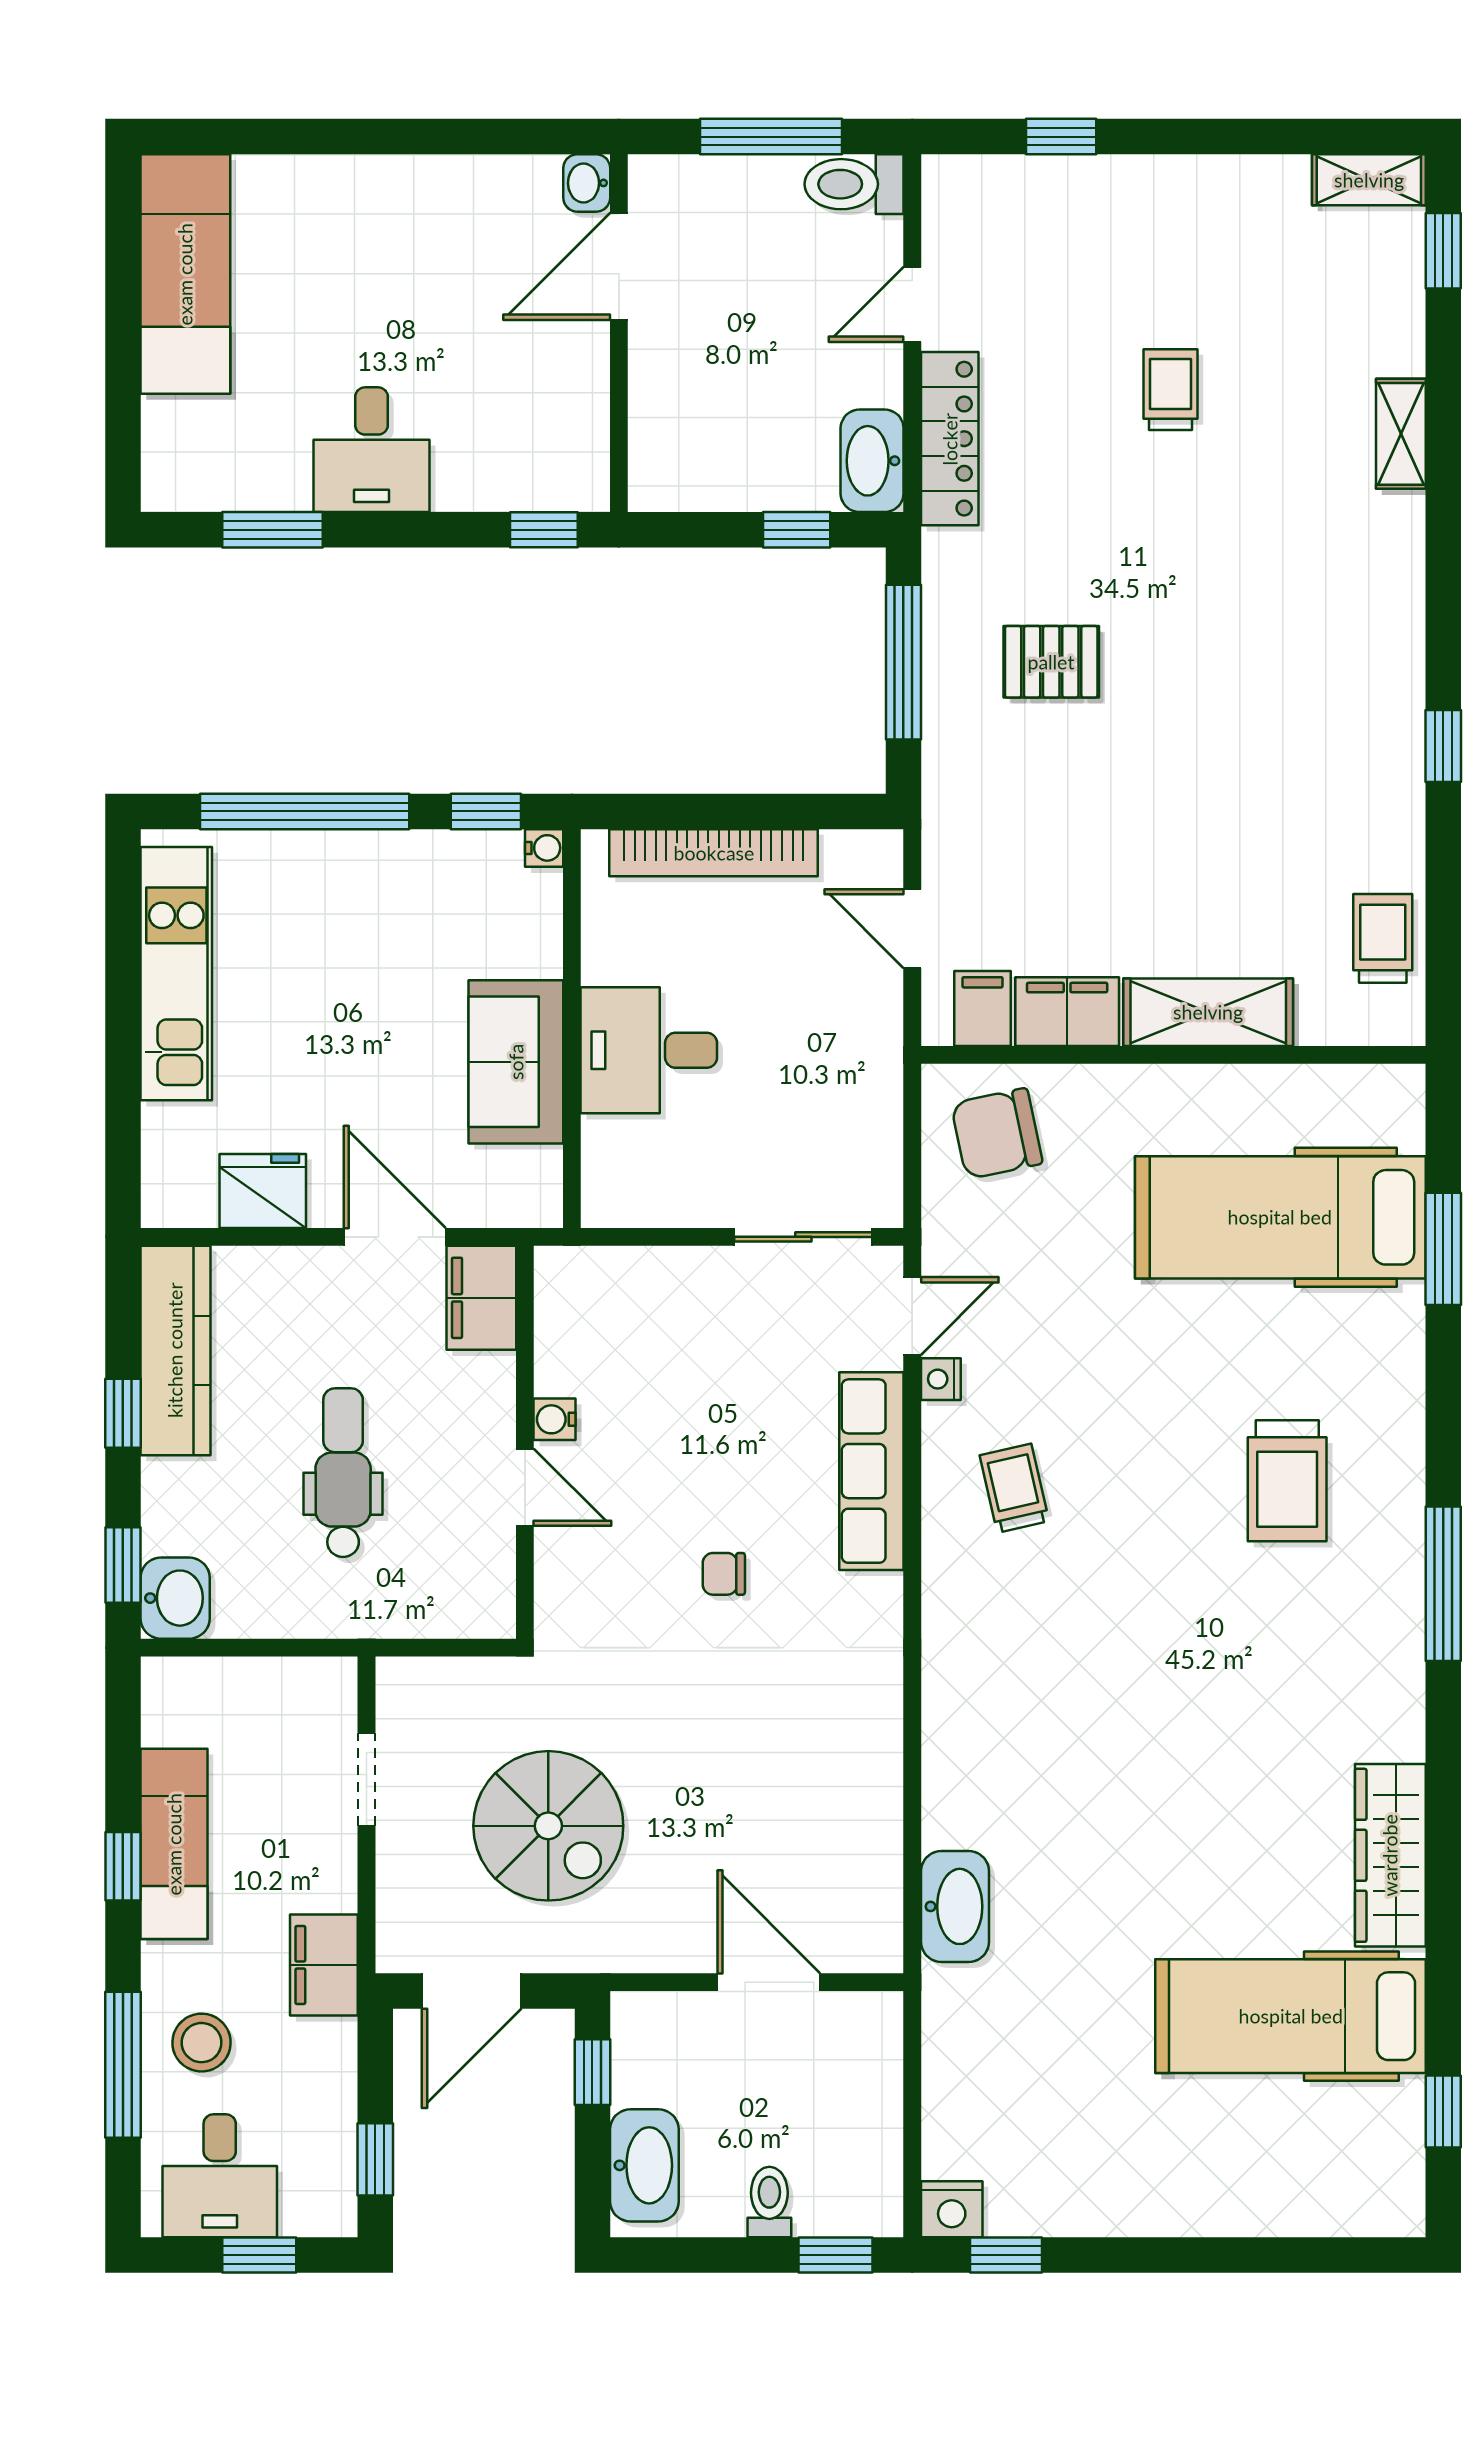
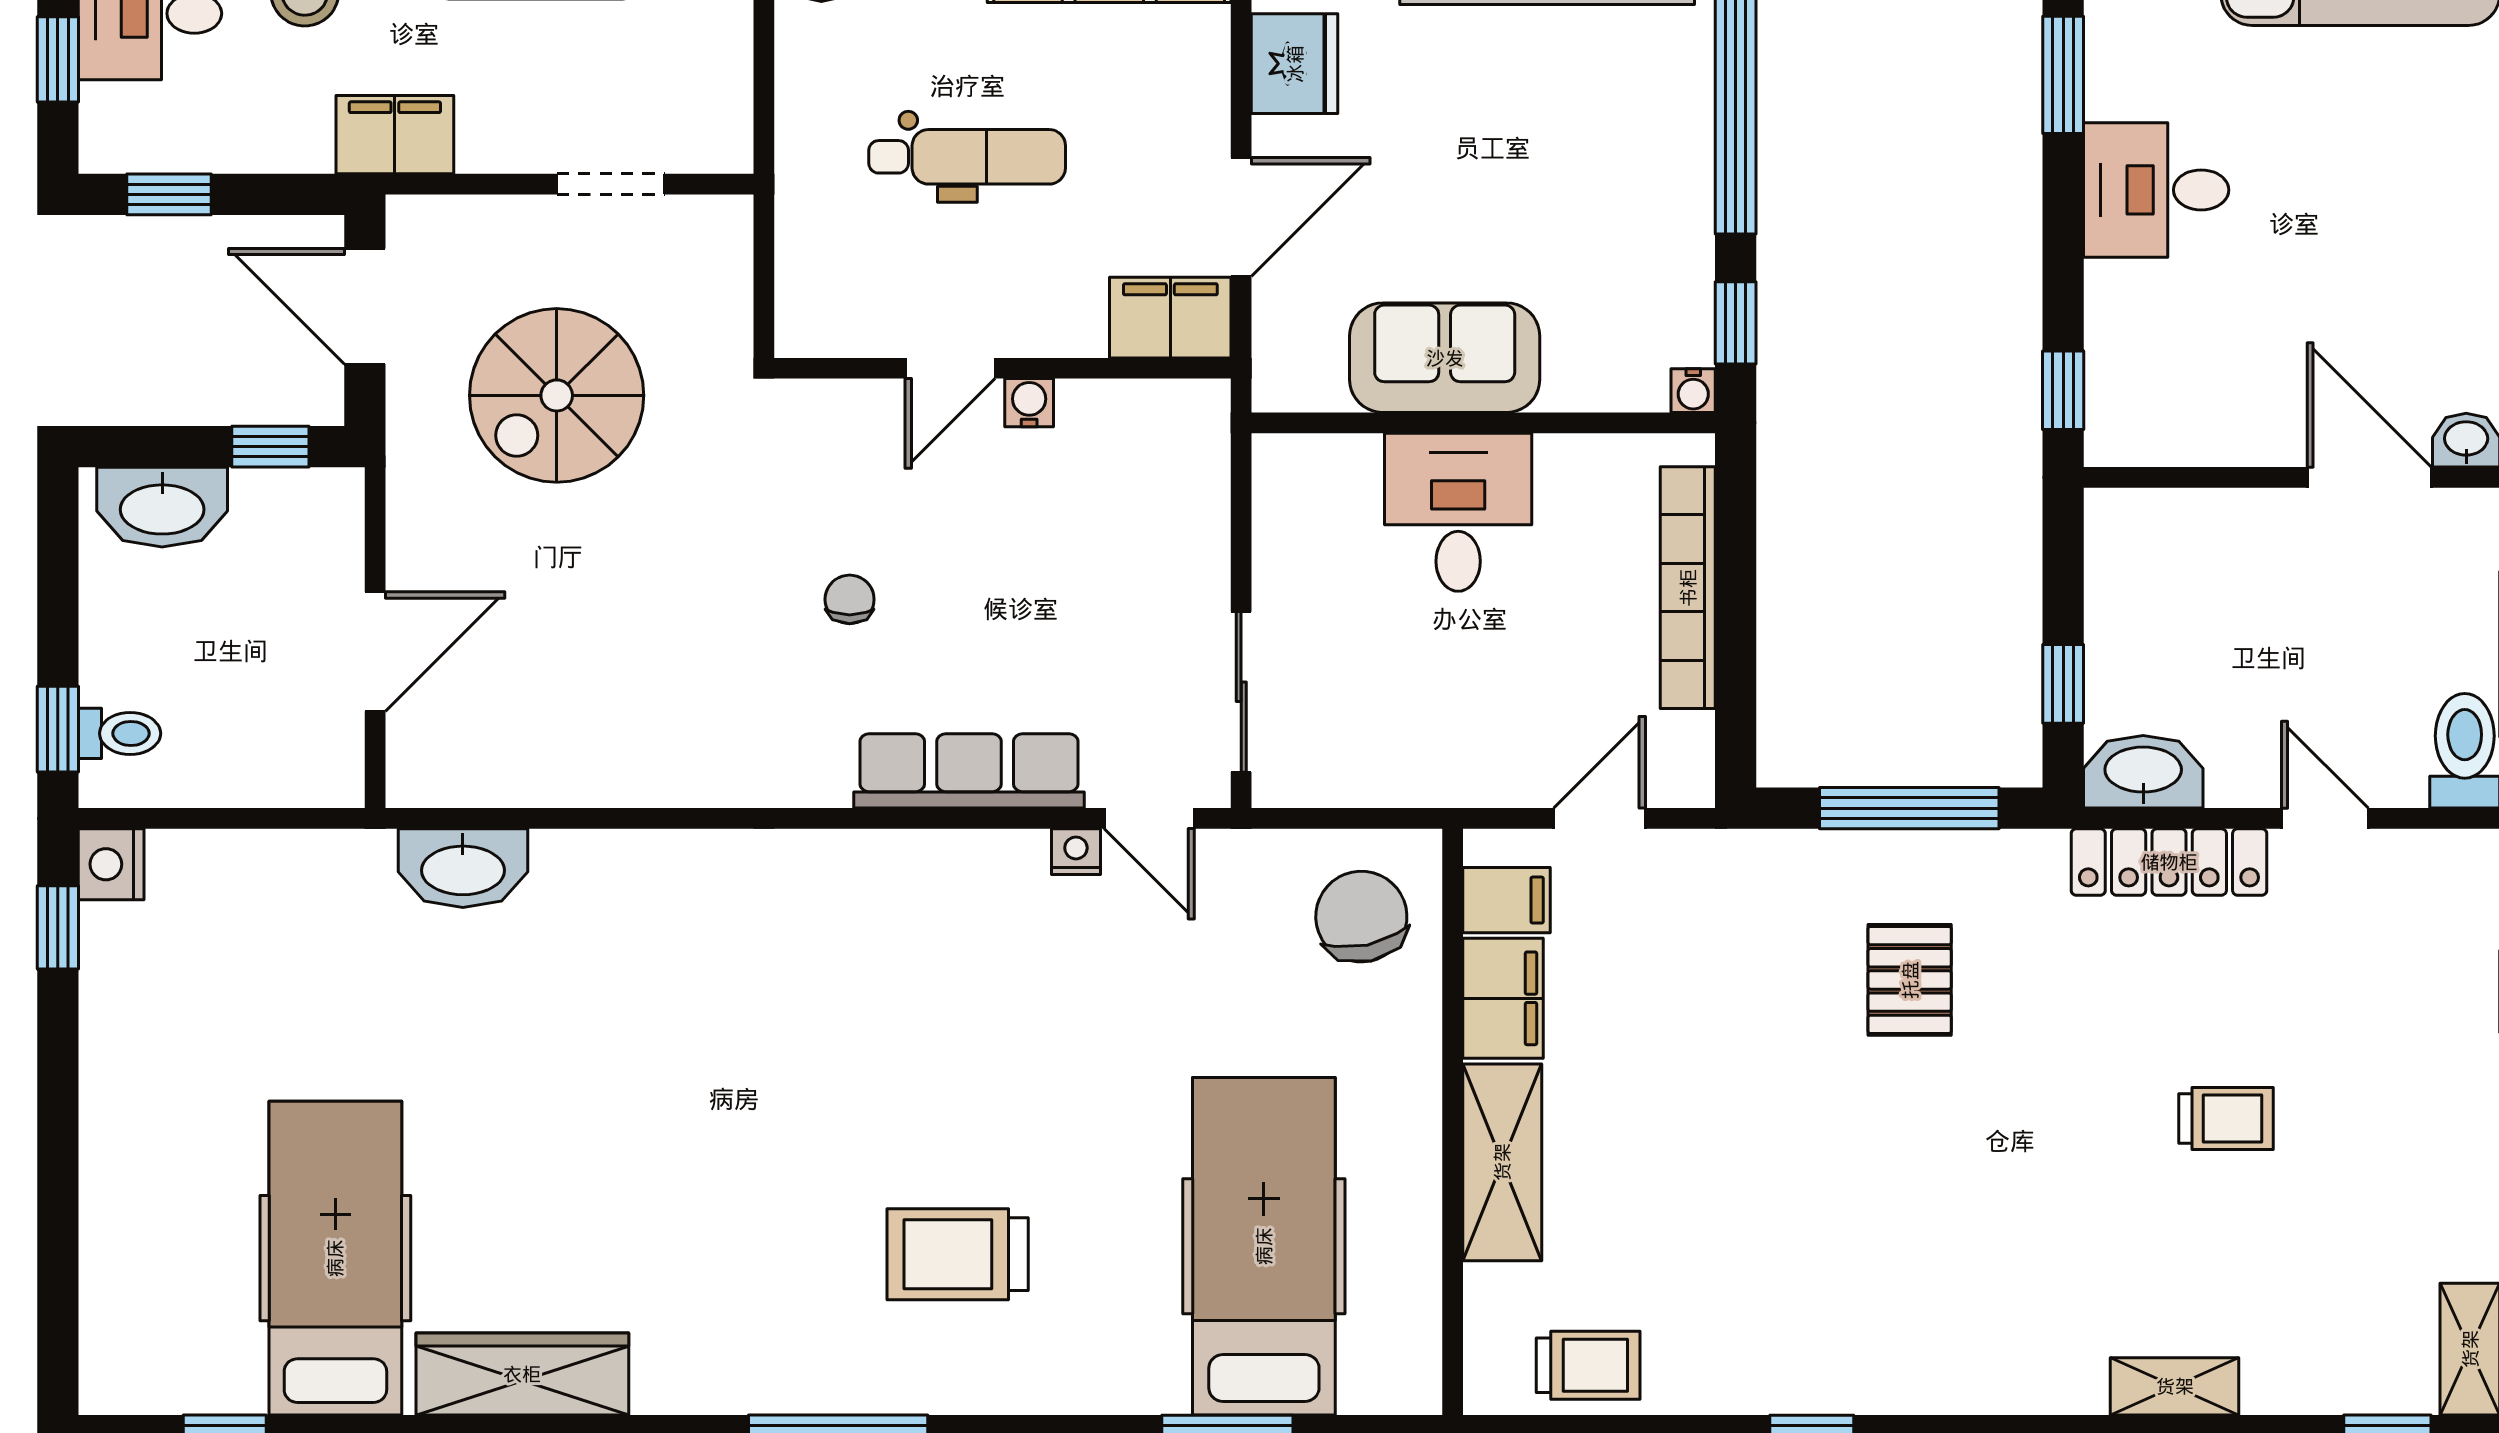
trolley: (1014, 1488) -> (949, 937), removed
toilet: (769, 2202) -> (119, 733), moved

